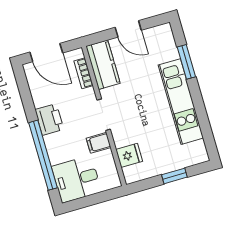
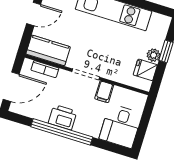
window: (43, 155) -> (62, 132), moved
fridge: (129, 155) -> (145, 70), moved, turned -90
plant: (163, 167) -> (153, 55), added

